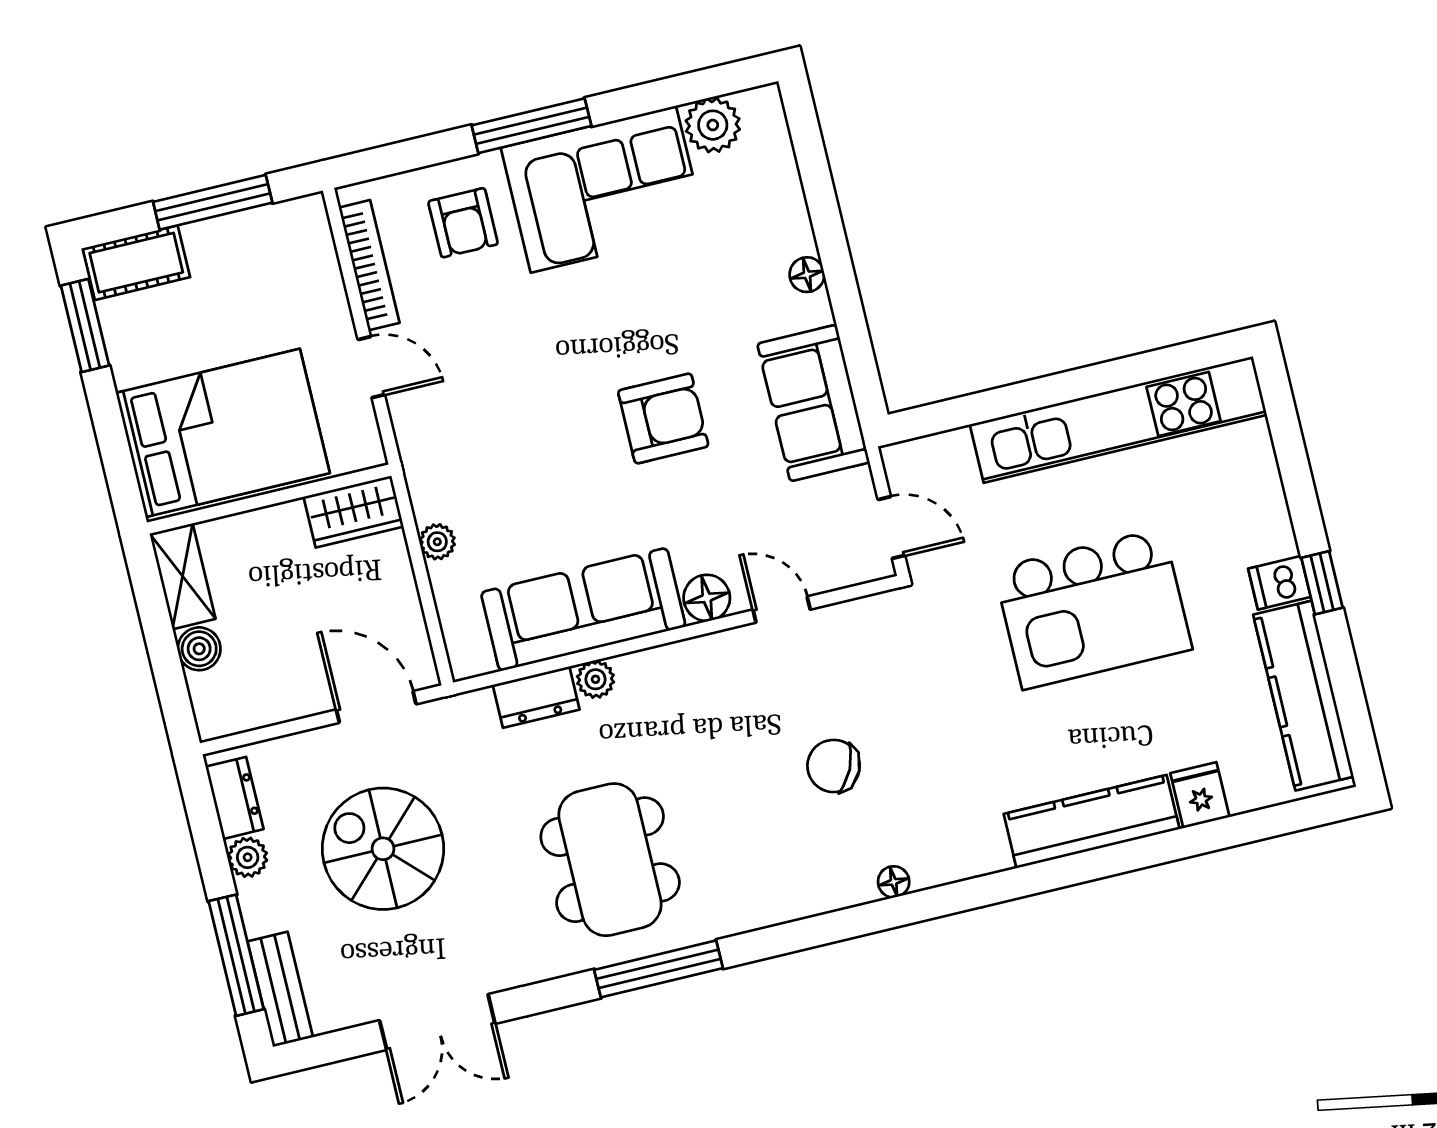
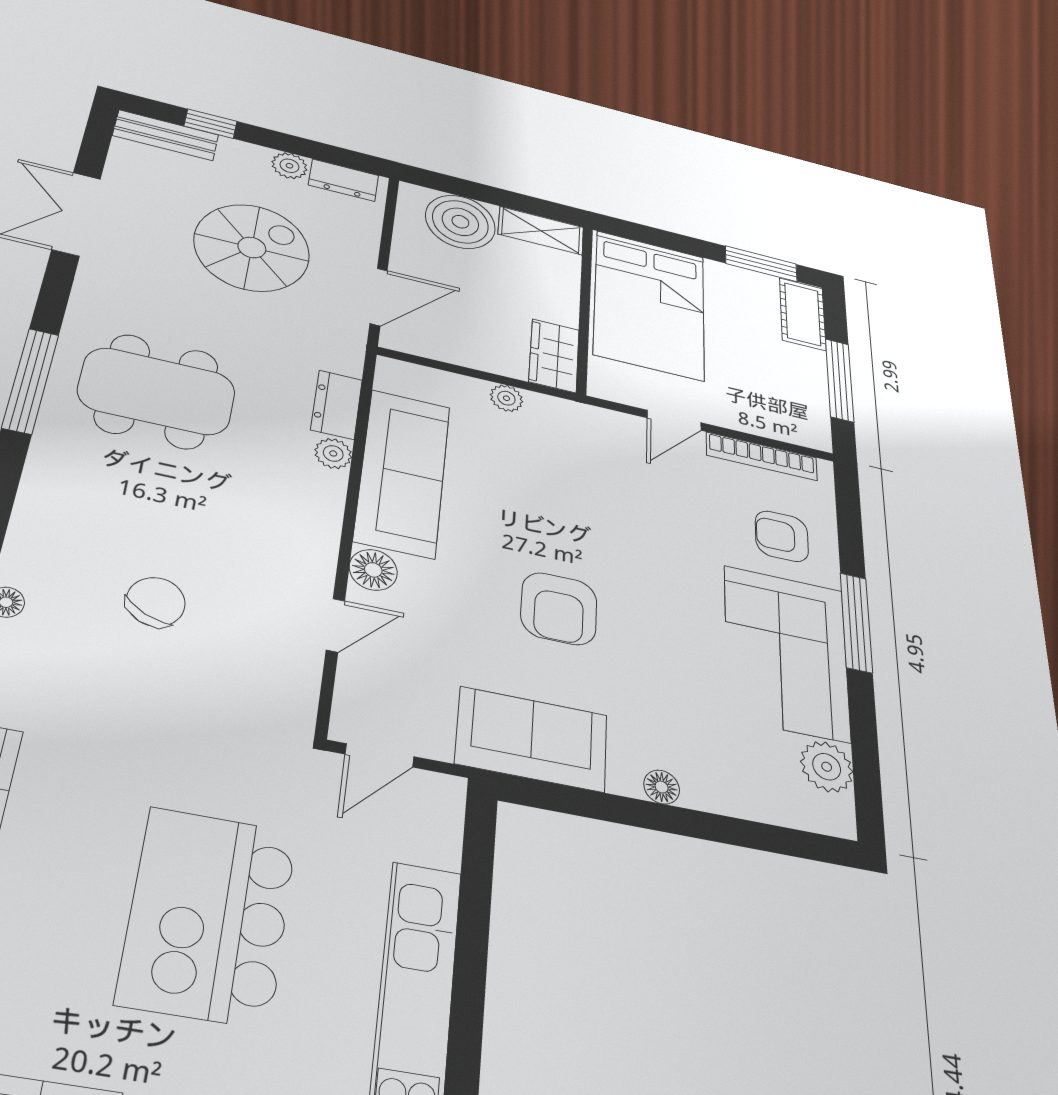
boiler: (199, 649) -> (460, 222), width x1.86, depth x1.86
window: (236, 955) -> (210, 124), width x0.46

